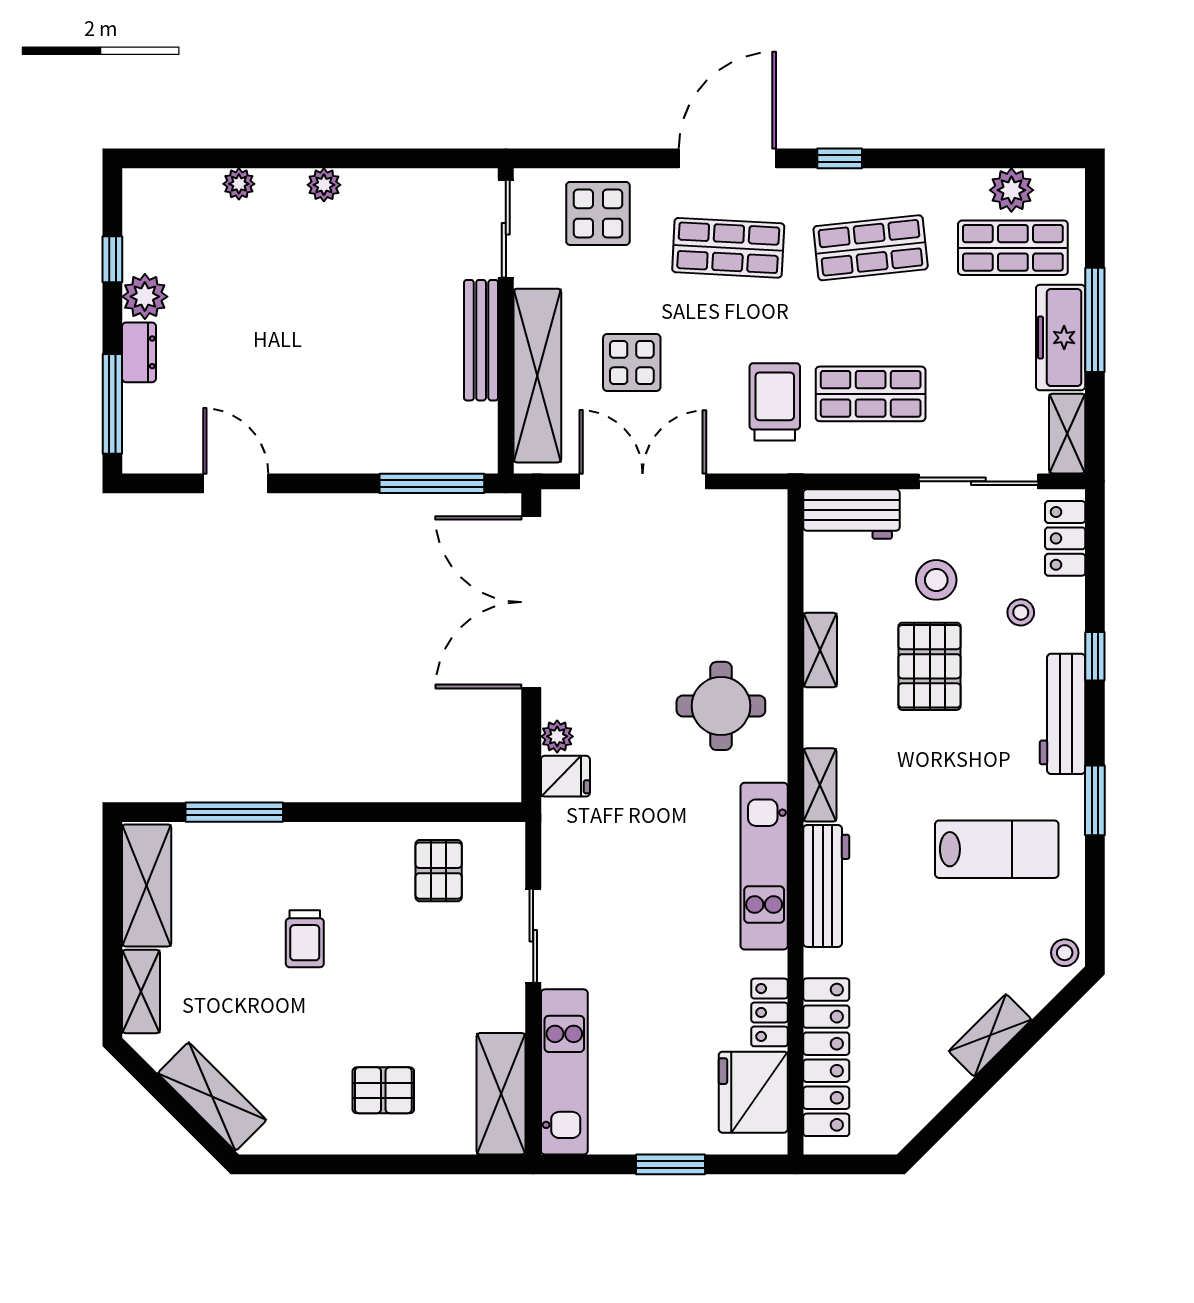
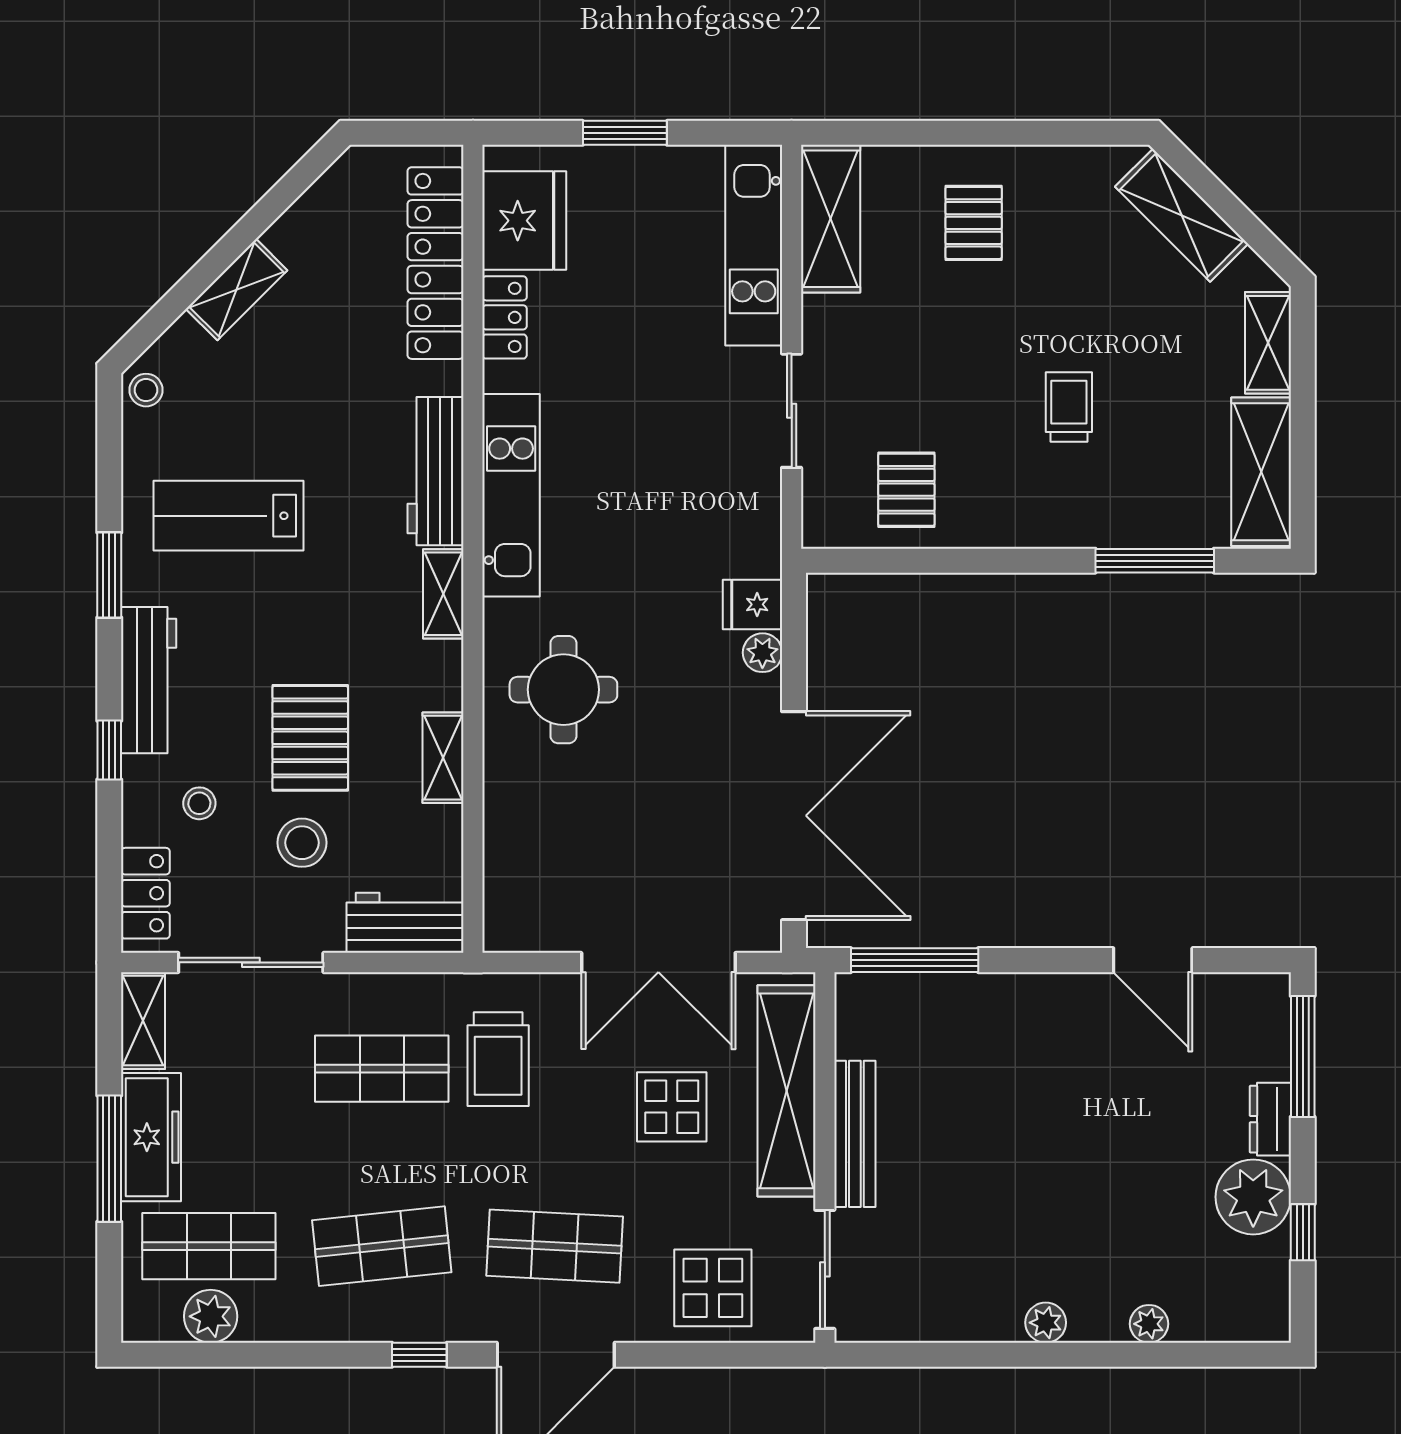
plant: (145, 297) -> (1253, 1197), width x1.36, depth x1.36
pallet: (383, 1090) -> (974, 223), turned 90

